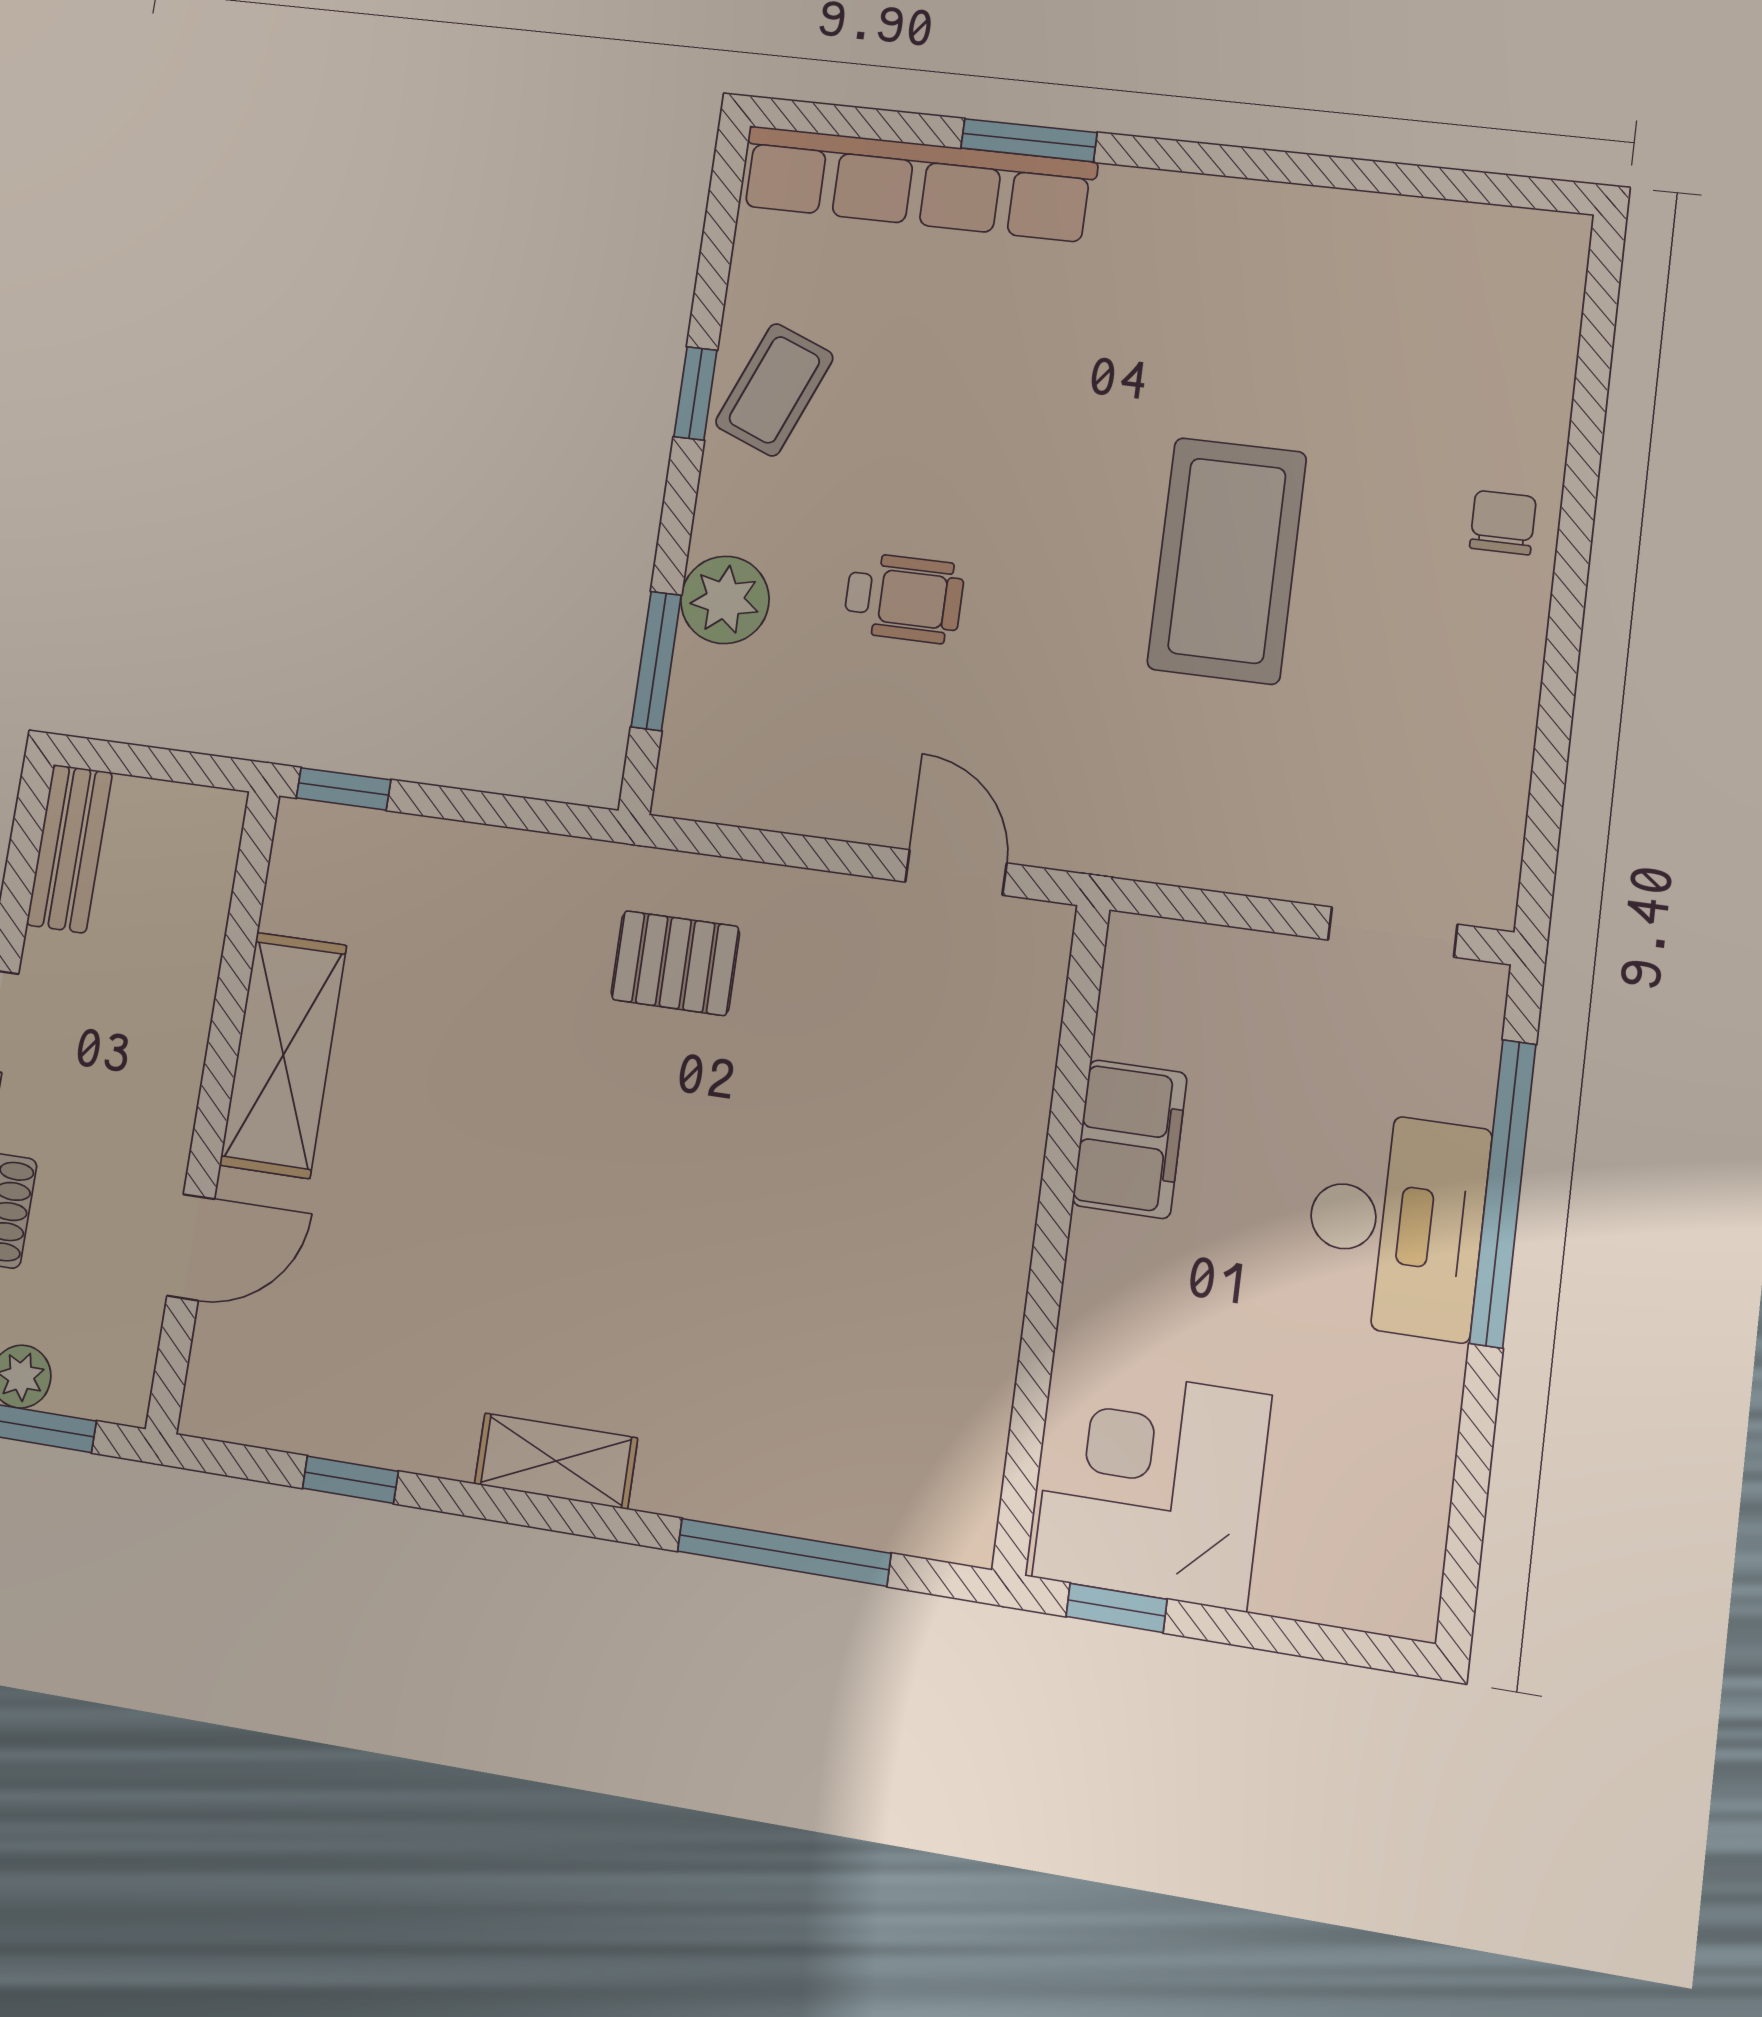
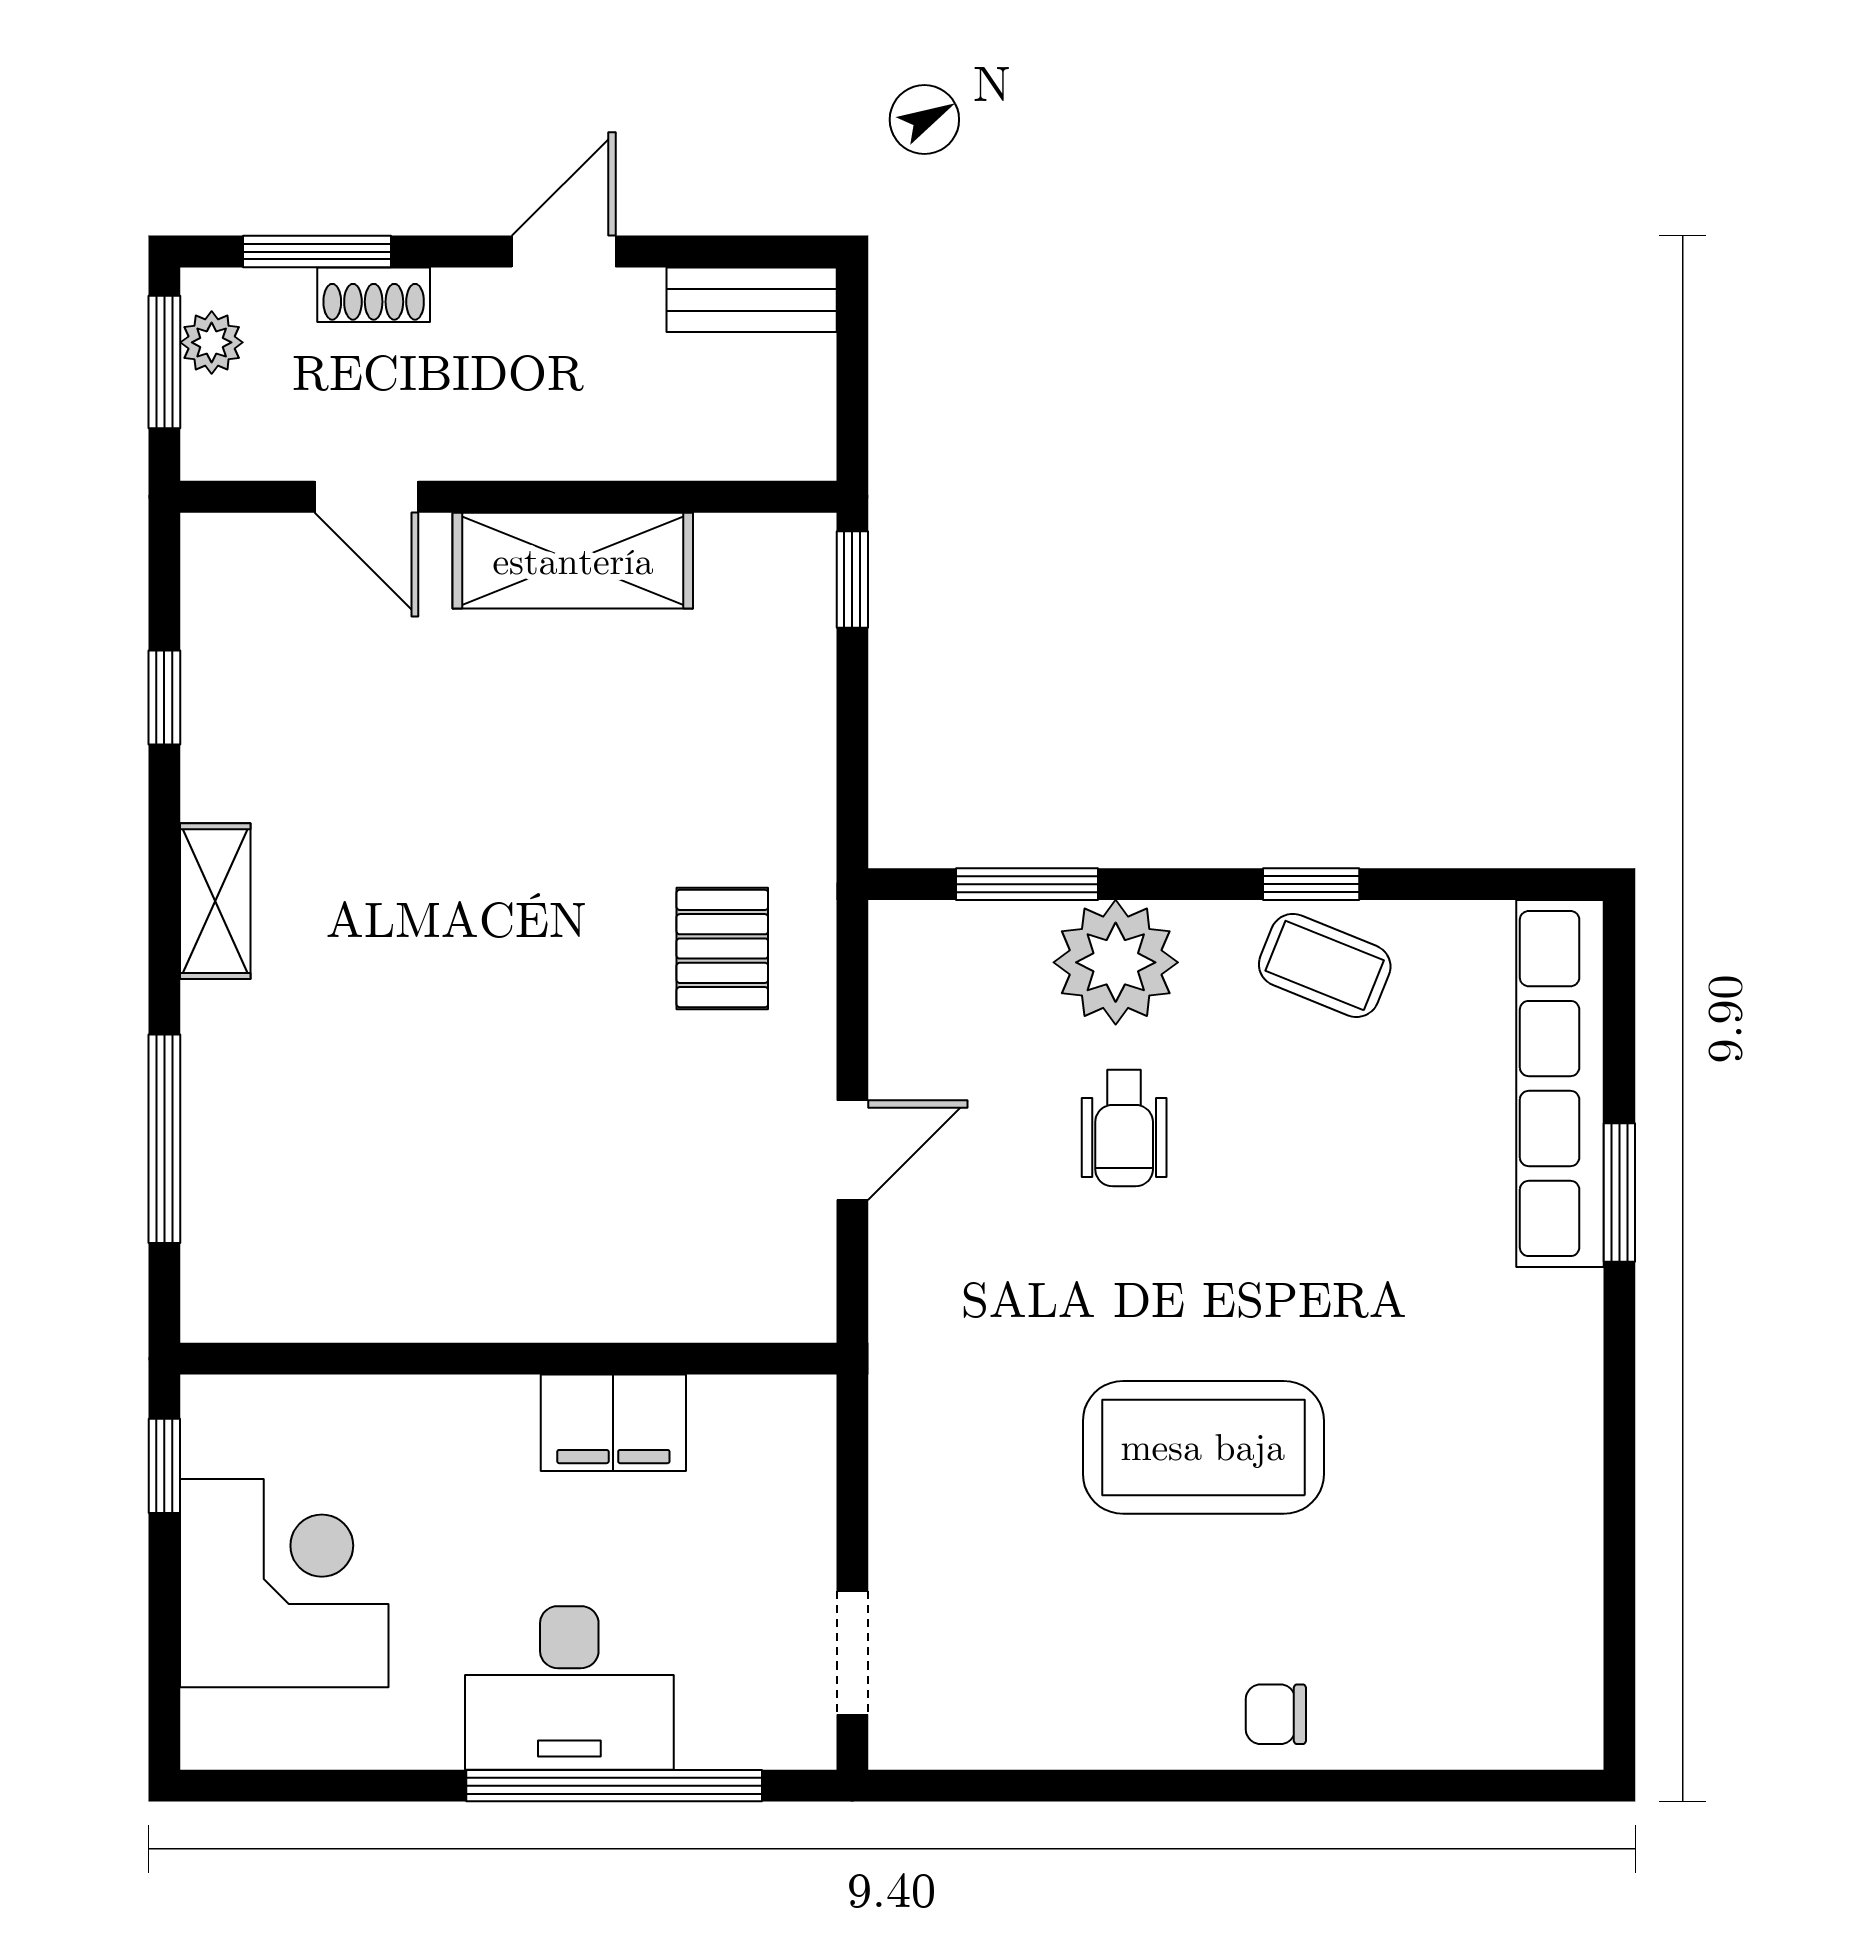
chair: (1503, 523) -> (1276, 1714), turned 180
plant: (725, 600) -> (1116, 962), width x1.36, depth x1.36
door: (956, 872) -> (852, 1150), moved
corner desk: (1152, 1486) -> (284, 1583), moved

